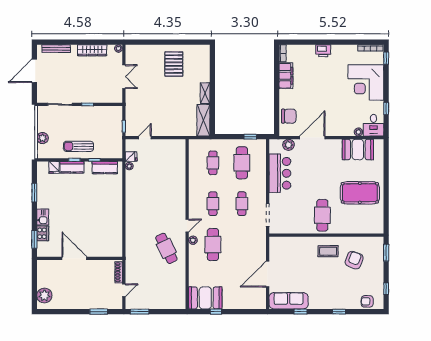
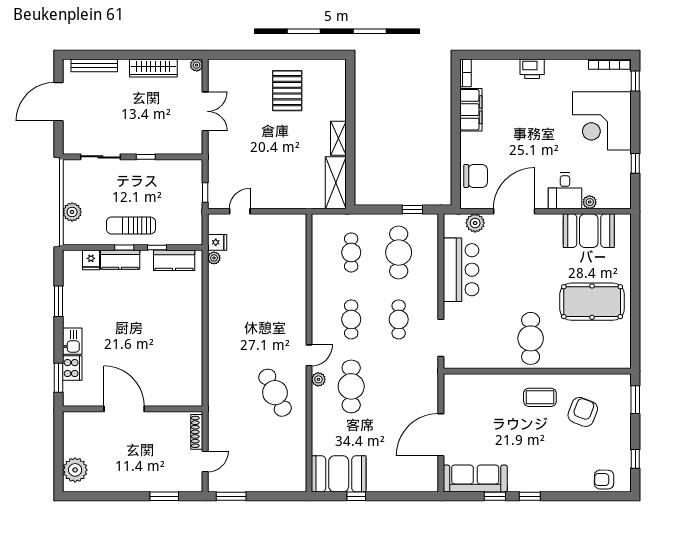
desk: (374, 125) -> (565, 191), moved
window: (339, 312) -> (530, 496), moved

